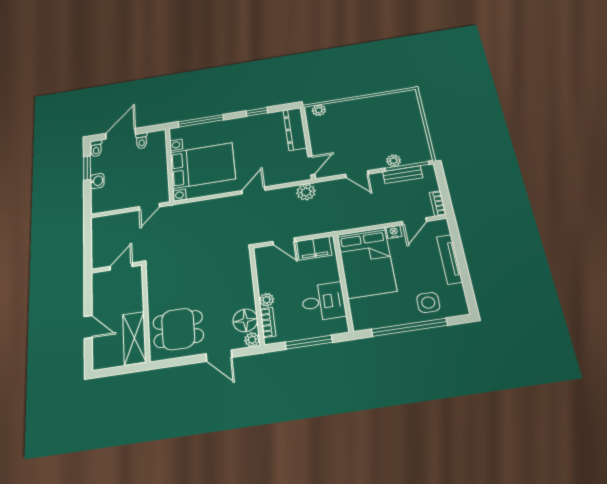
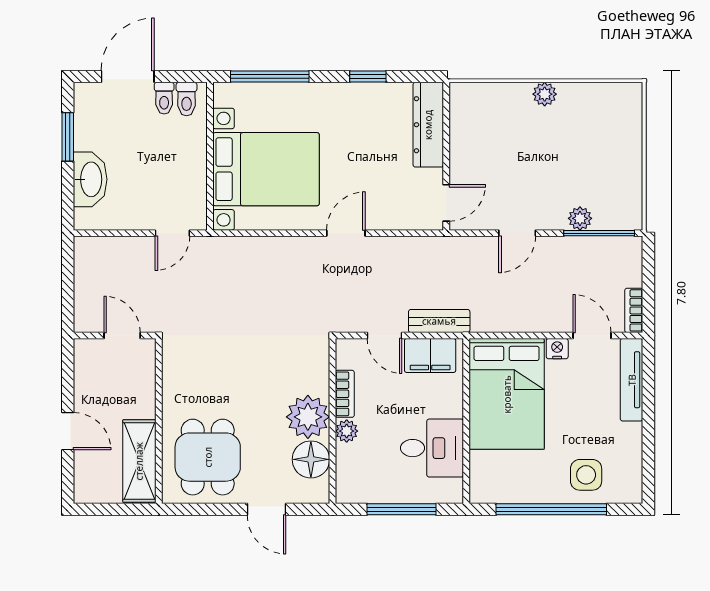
plant: (319, 110) -> (545, 94), moved
toilet: (96, 148) -> (187, 99), moved
door: (357, 174) -> (517, 233), hinge flipped
bench: (403, 175) -> (439, 321), moved
washbasin: (97, 181) -> (90, 179), width x1.91, depth x1.45
plant: (306, 192) -> (431, 252), removed
door: (414, 221) -> (592, 336), swing flipped
tv unit: (449, 259) -> (632, 380), moved
door: (121, 267) -> (122, 336), hinge flipped
bookcase: (268, 322) -> (345, 394), moved
dining table: (178, 329) -> (208, 457), turned 90
plant: (252, 340) -> (308, 417), moved, width x1.87, depth x1.87

